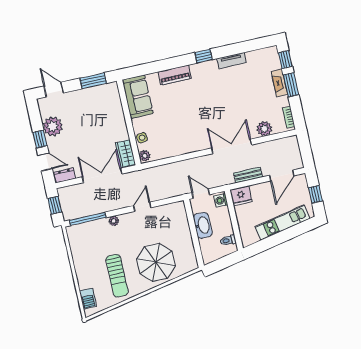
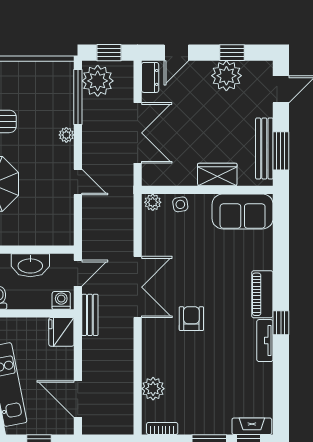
tv unit: (232, 61) -> (265, 341), moved
piano: (175, 75) -> (262, 294), moved
fireplace: (279, 83) -> (252, 426), moved
bench: (94, 92) -> (264, 149), added
armchair: (214, 114) -> (191, 319), added
window: (40, 139) -> (232, 53), moved
double door: (232, 146) -> (138, 287), moved
wardrobe: (125, 154) -> (217, 175), moved
bench: (248, 175) -> (90, 315), moved
plant: (74, 209) -> (98, 81), added

